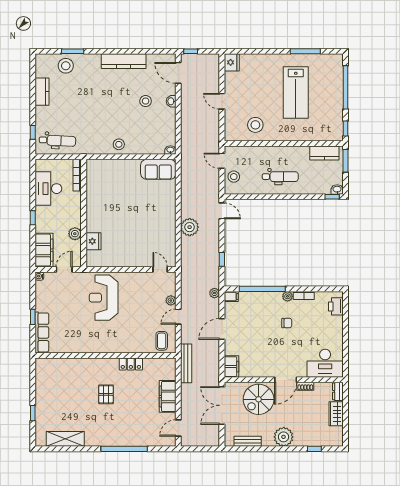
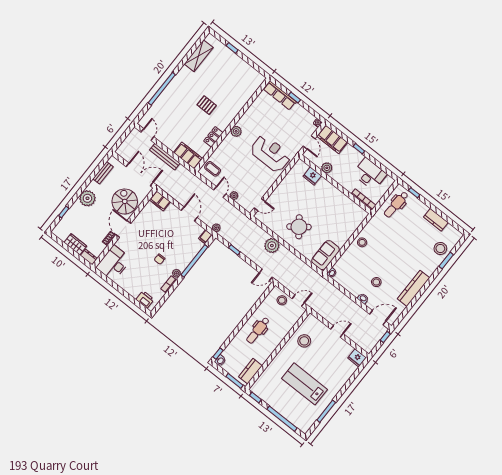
round table: (151, 216) -> (299, 227), added
plant: (109, 347) -> (236, 131), added
bench: (186, 363) -> (165, 157), moved
filing cabinet: (168, 396) -> (188, 156), moved

